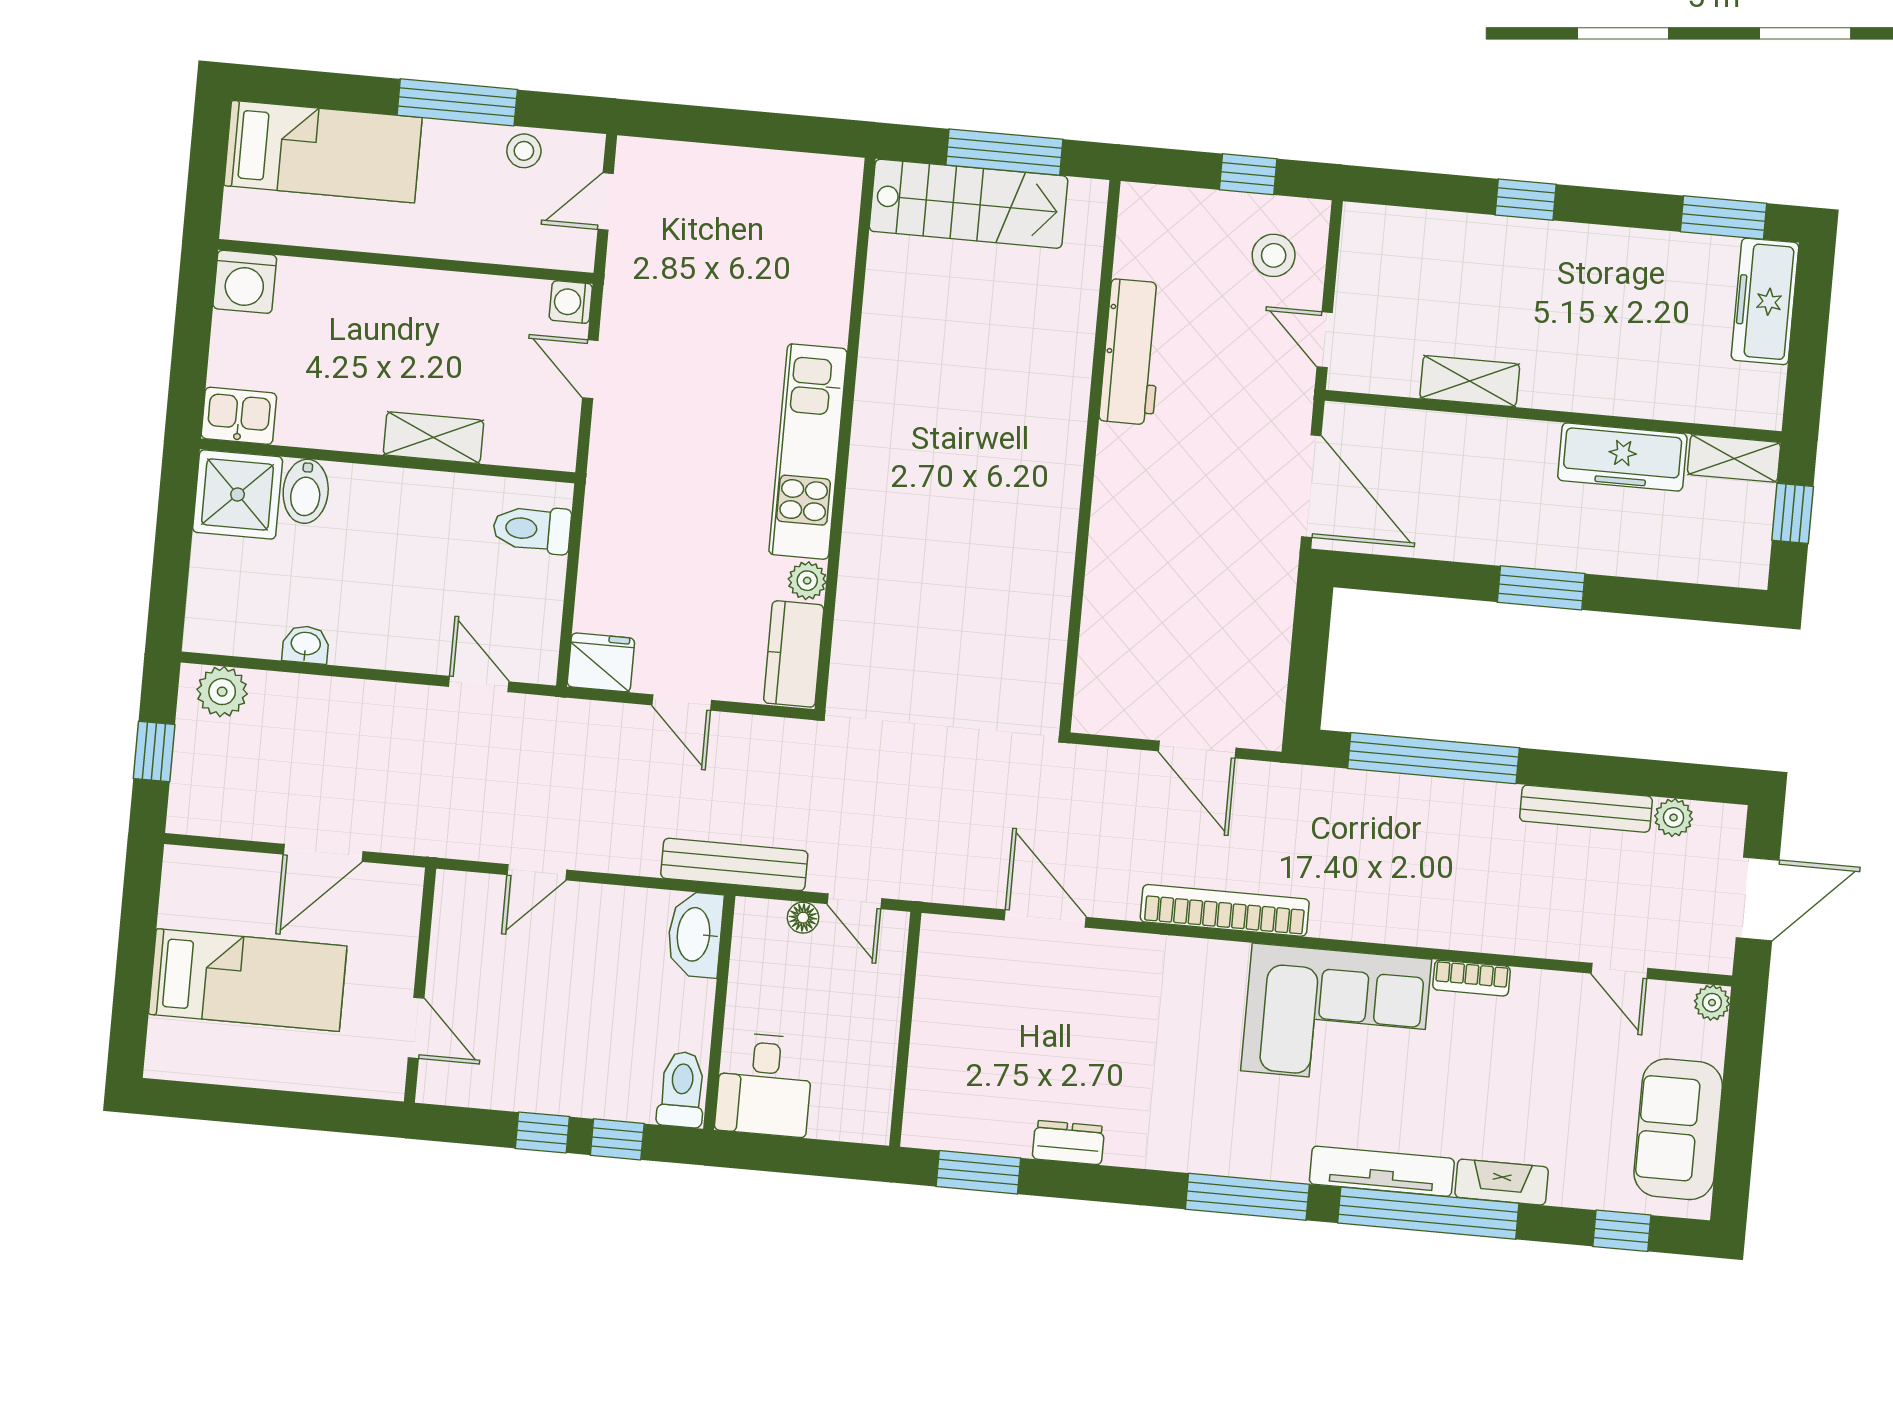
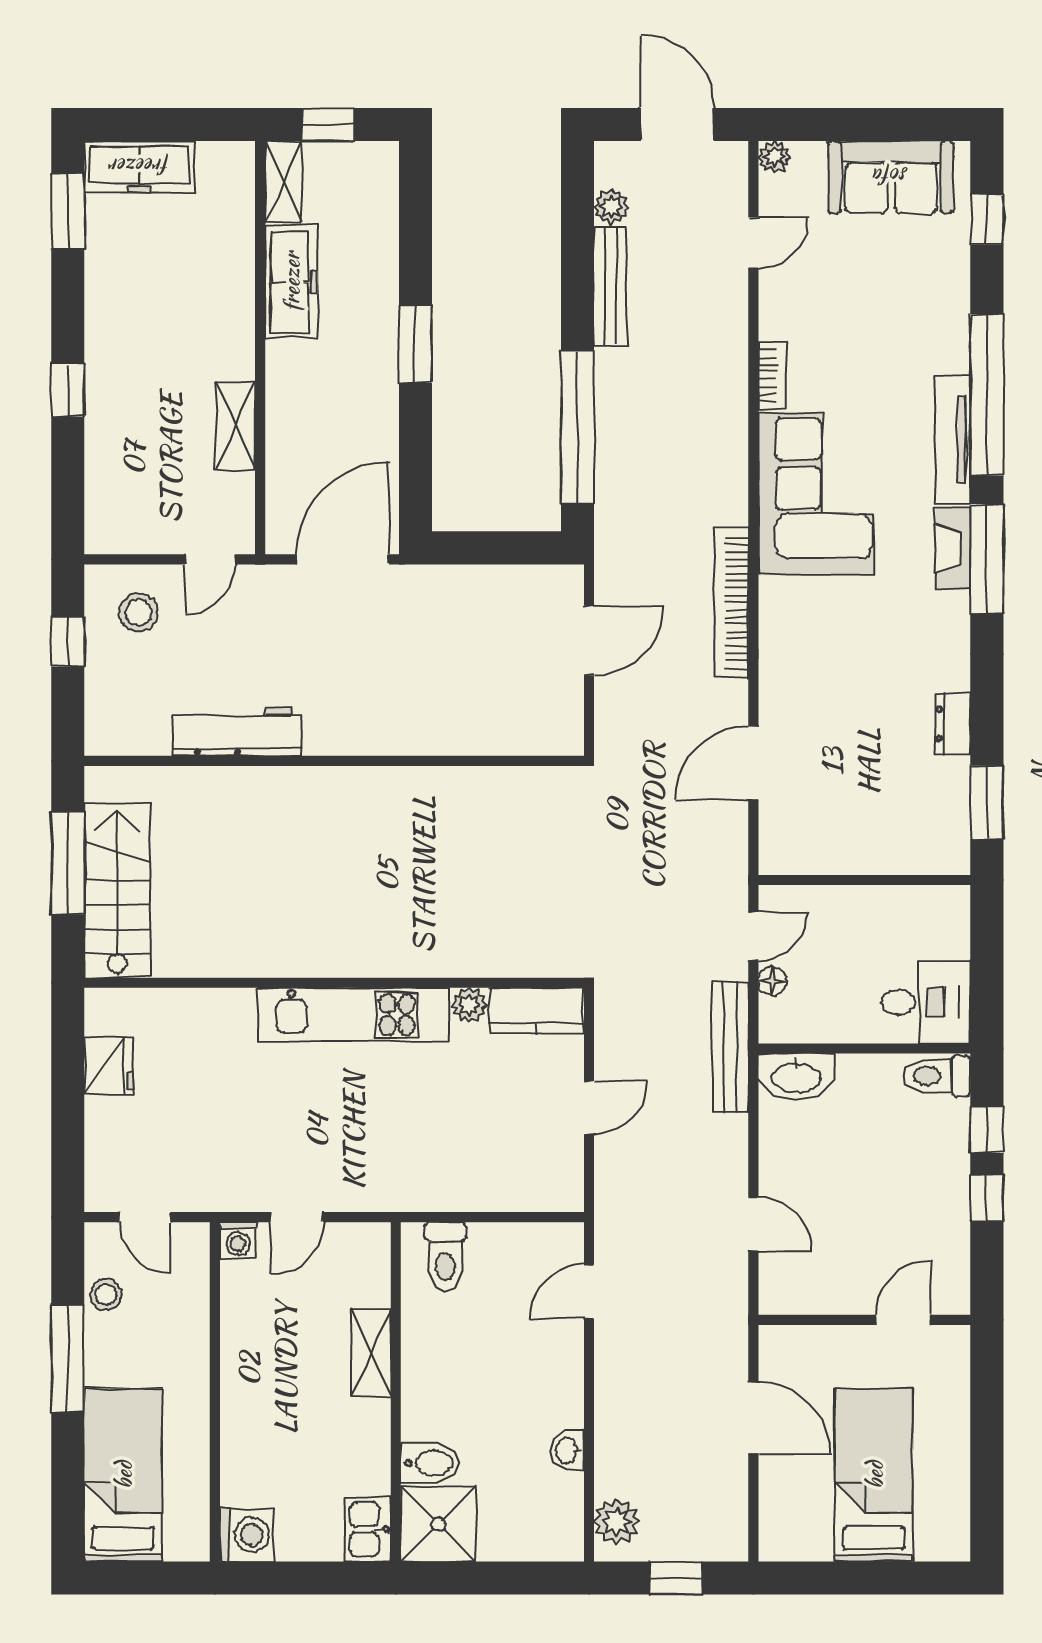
fridge: (601, 662) -> (109, 1066), moved, turned 180
fireplace: (1502, 1182) -> (953, 549), moved

